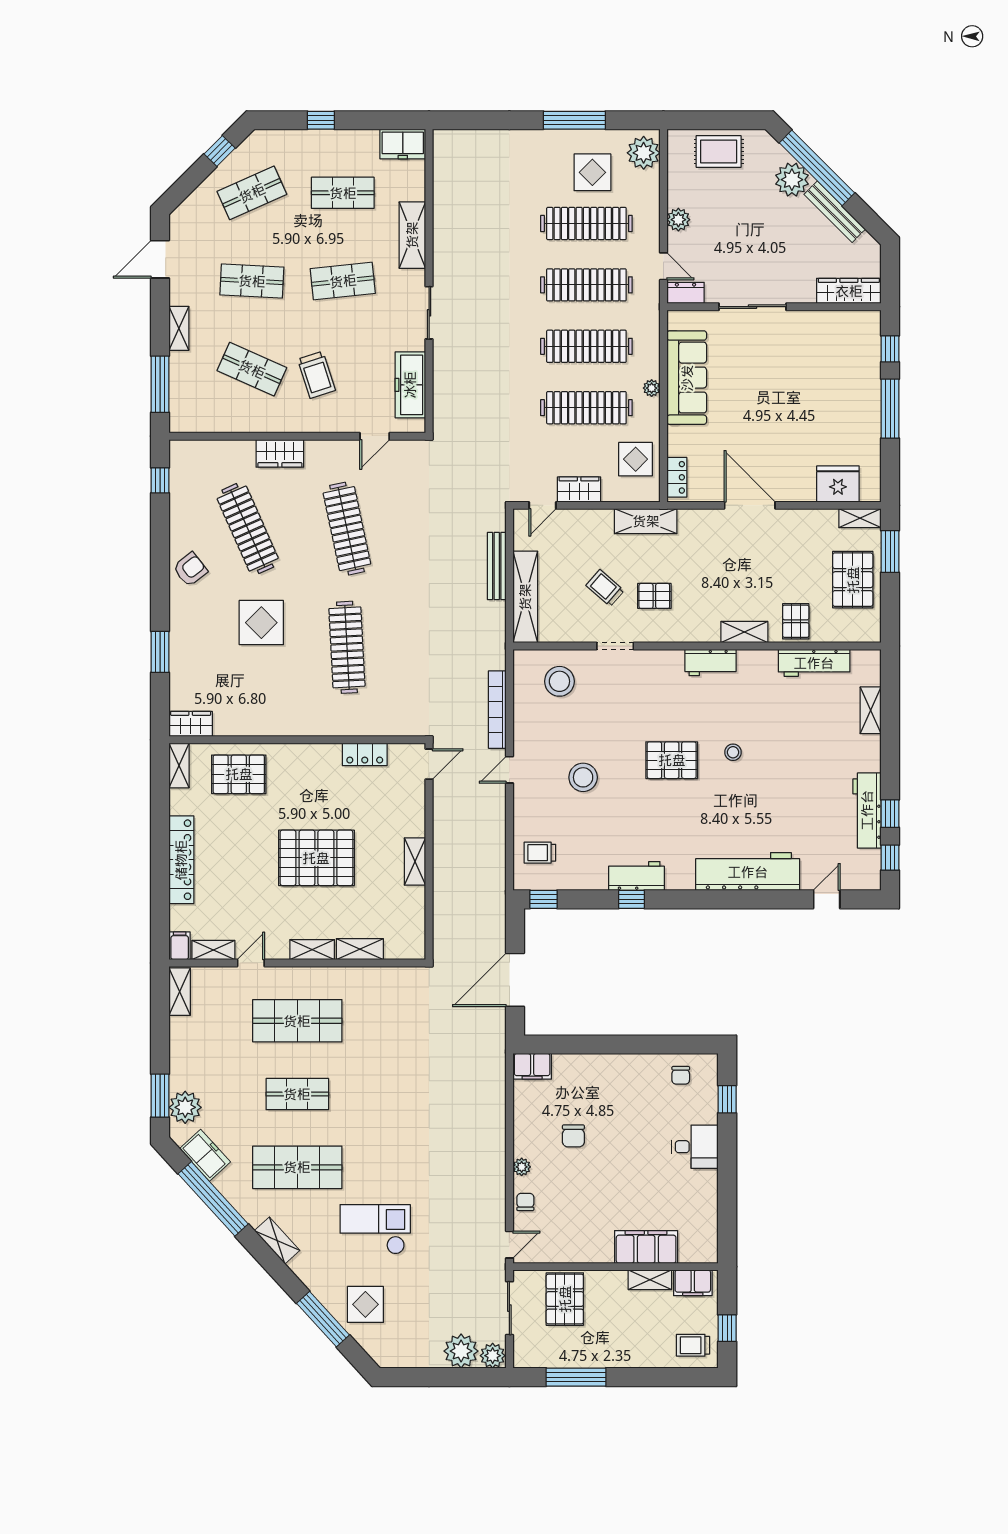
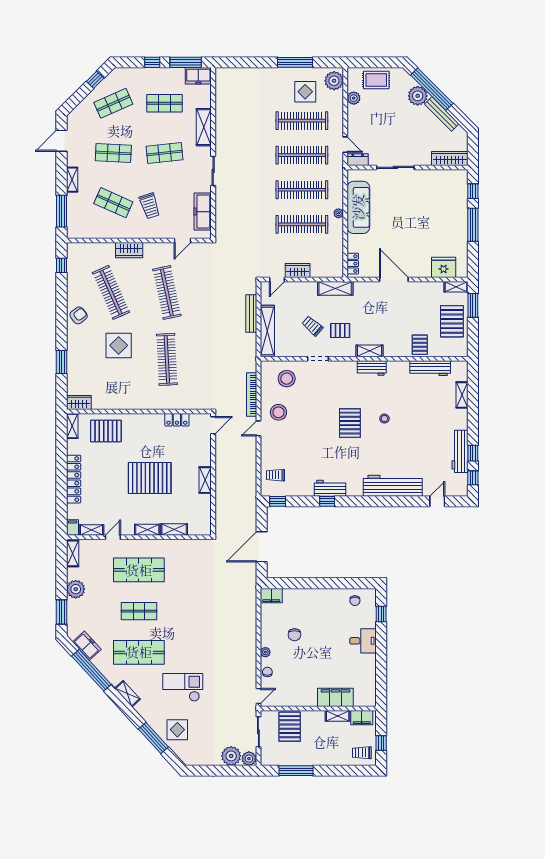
window: (380, 120) -> (186, 62), added
plant: (678, 220) -> (354, 98), moved
display table: (636, 459) -> (330, 253), removed
shelving: (744, 632) -> (370, 351), moved
pallet: (672, 760) -> (350, 423), turned 90
stool: (583, 777) -> (278, 412), moved
plant: (185, 1107) -> (76, 589), moved

